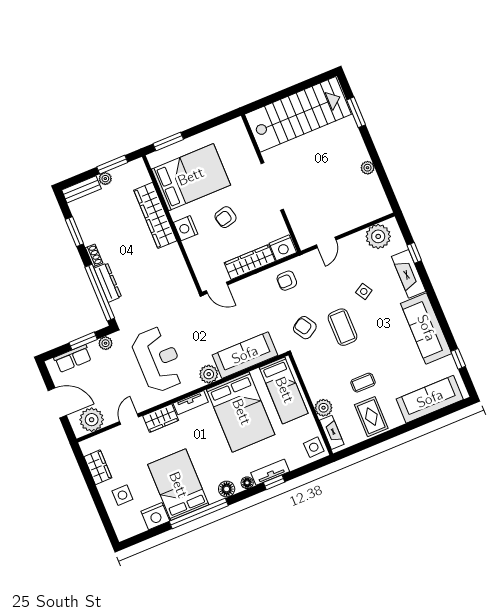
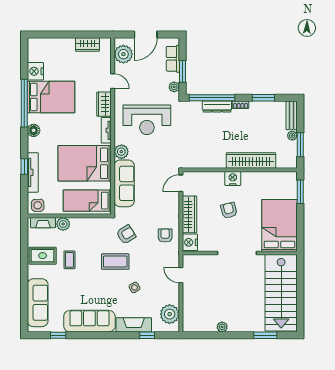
bed: (191, 177) -> (280, 226), moved, turned 180
tv unit: (270, 472) -> (33, 172), width x1.41
floor lamp: (247, 483) -> (32, 147), removed
side table: (122, 495) -> (60, 54), removed

